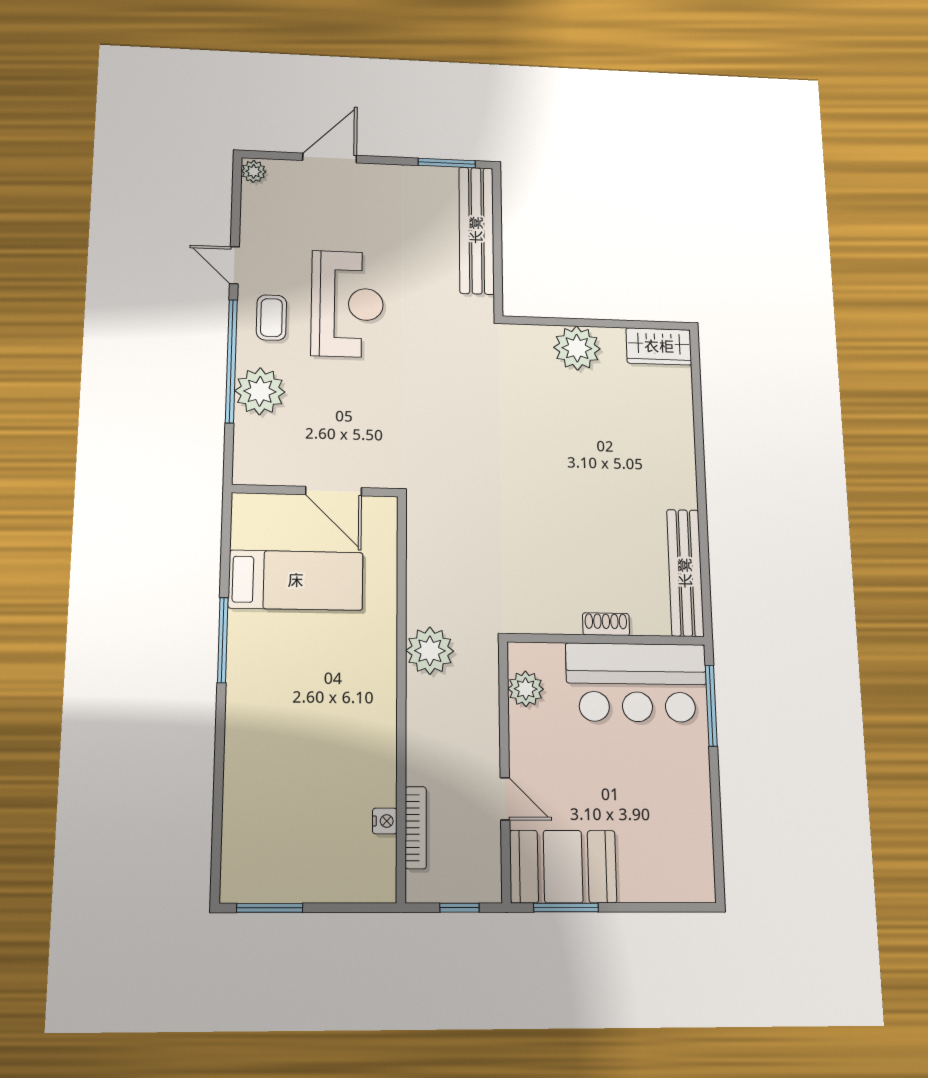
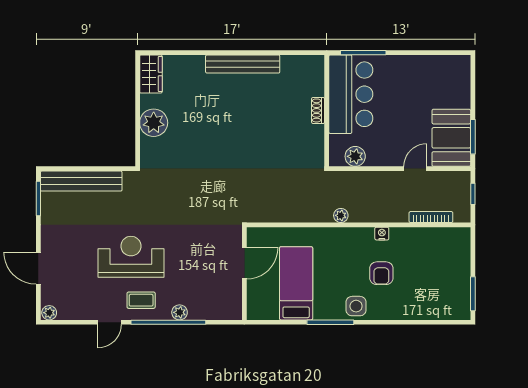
plant: (260, 391) -> (180, 312), width x0.53, depth x0.53
bench: (685, 573) -> (243, 64), moved
plant: (430, 651) -> (341, 215), width x0.53, depth x0.53
side table: (252, 687) -> (356, 306), added
armchair: (312, 734) -> (381, 273), added
nightstand: (385, 821) -> (382, 234), moved

